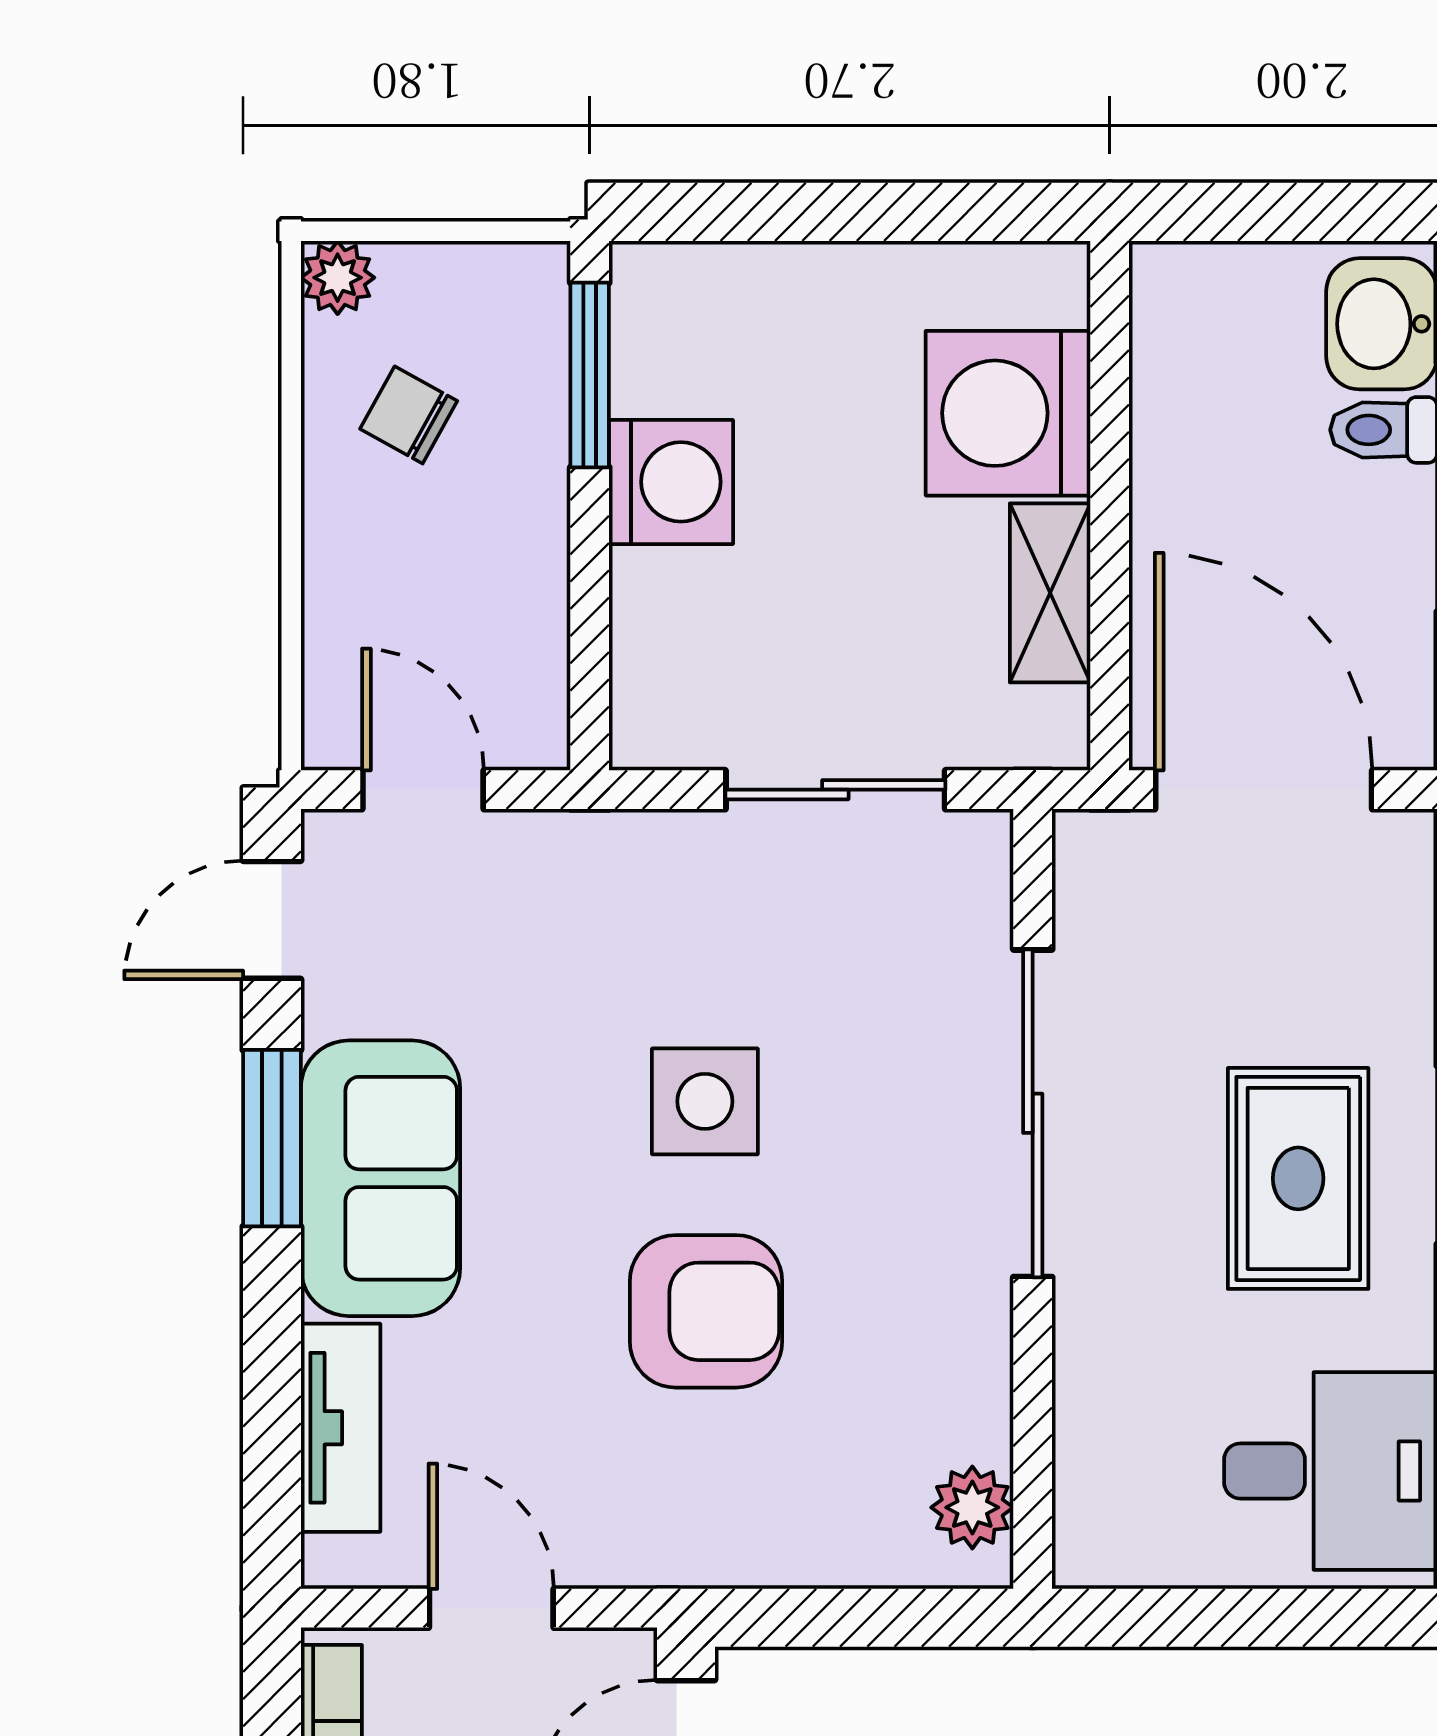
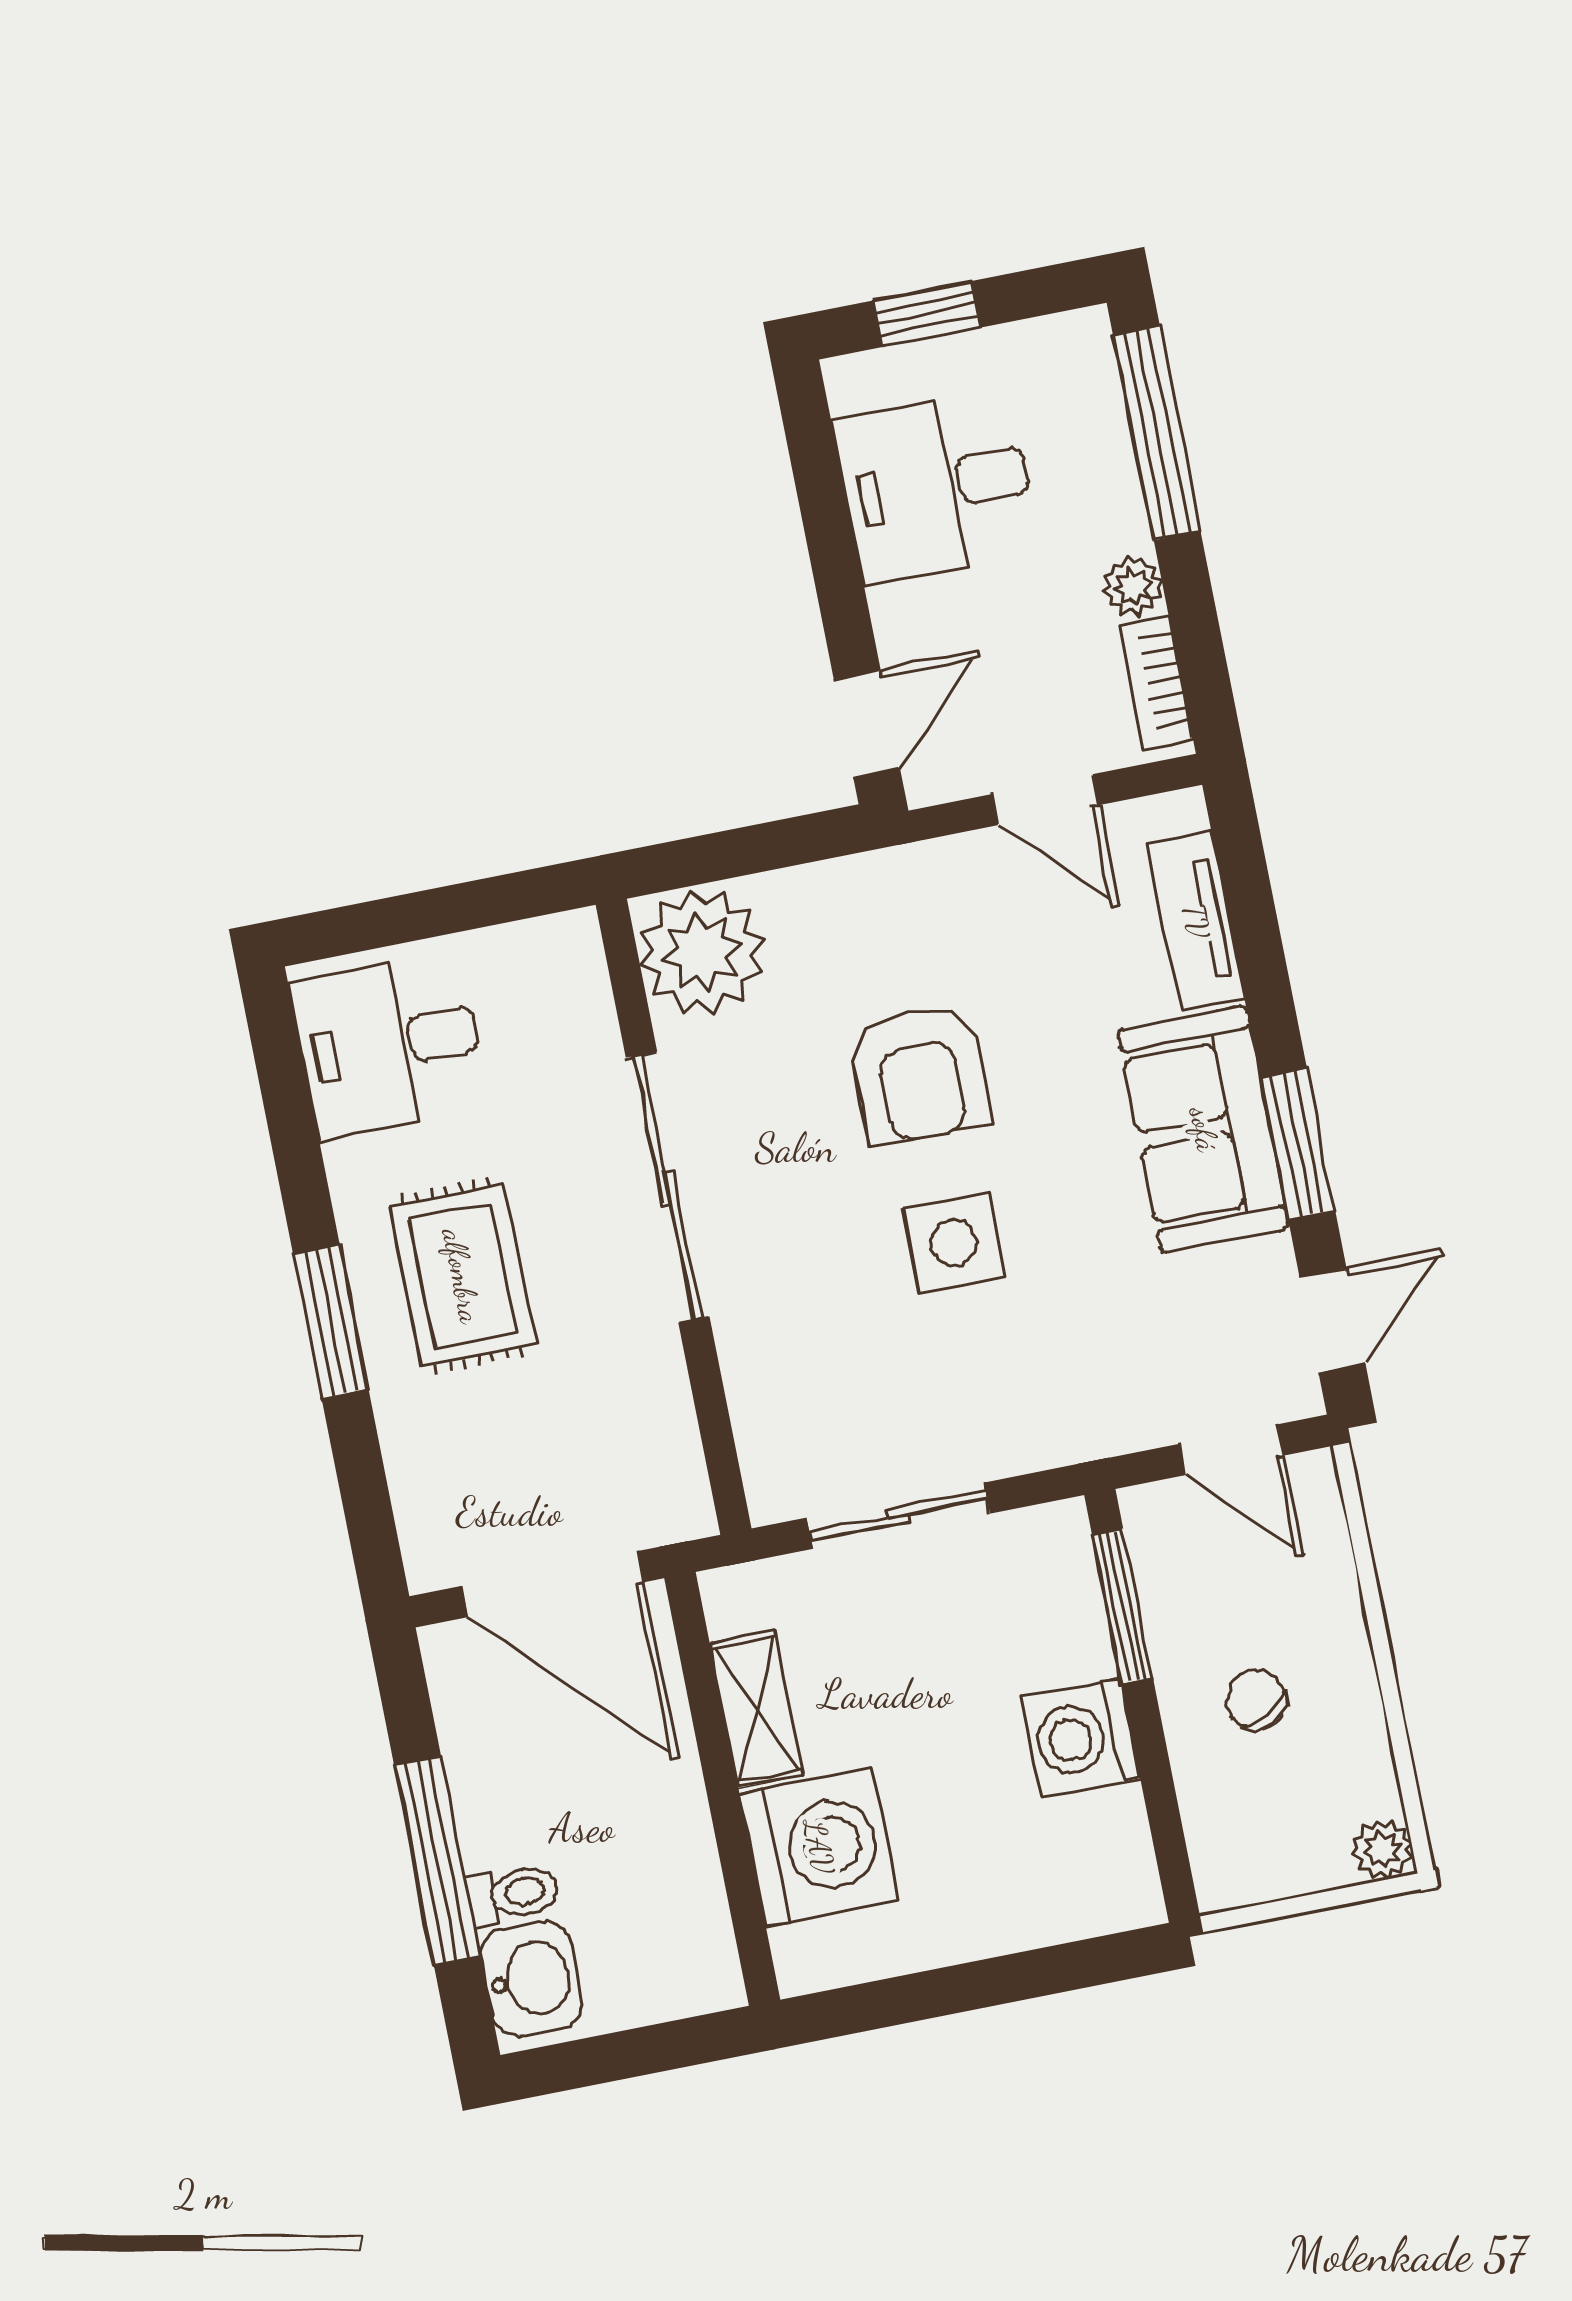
window: (590, 375) -> (1122, 1606), moved
chair: (409, 415) -> (1256, 1700), moved, turned -148
sliding door: (1033, 1113) -> (668, 1187), moved
armchair: (706, 1311) -> (919, 1074), turned -90
plant: (972, 1507) -> (702, 952), width x1.88, depth x1.88

